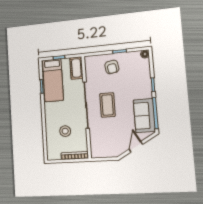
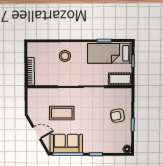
coffee table: (107, 105) -> (62, 113), moved
stool: (65, 131) -> (65, 56), moved

